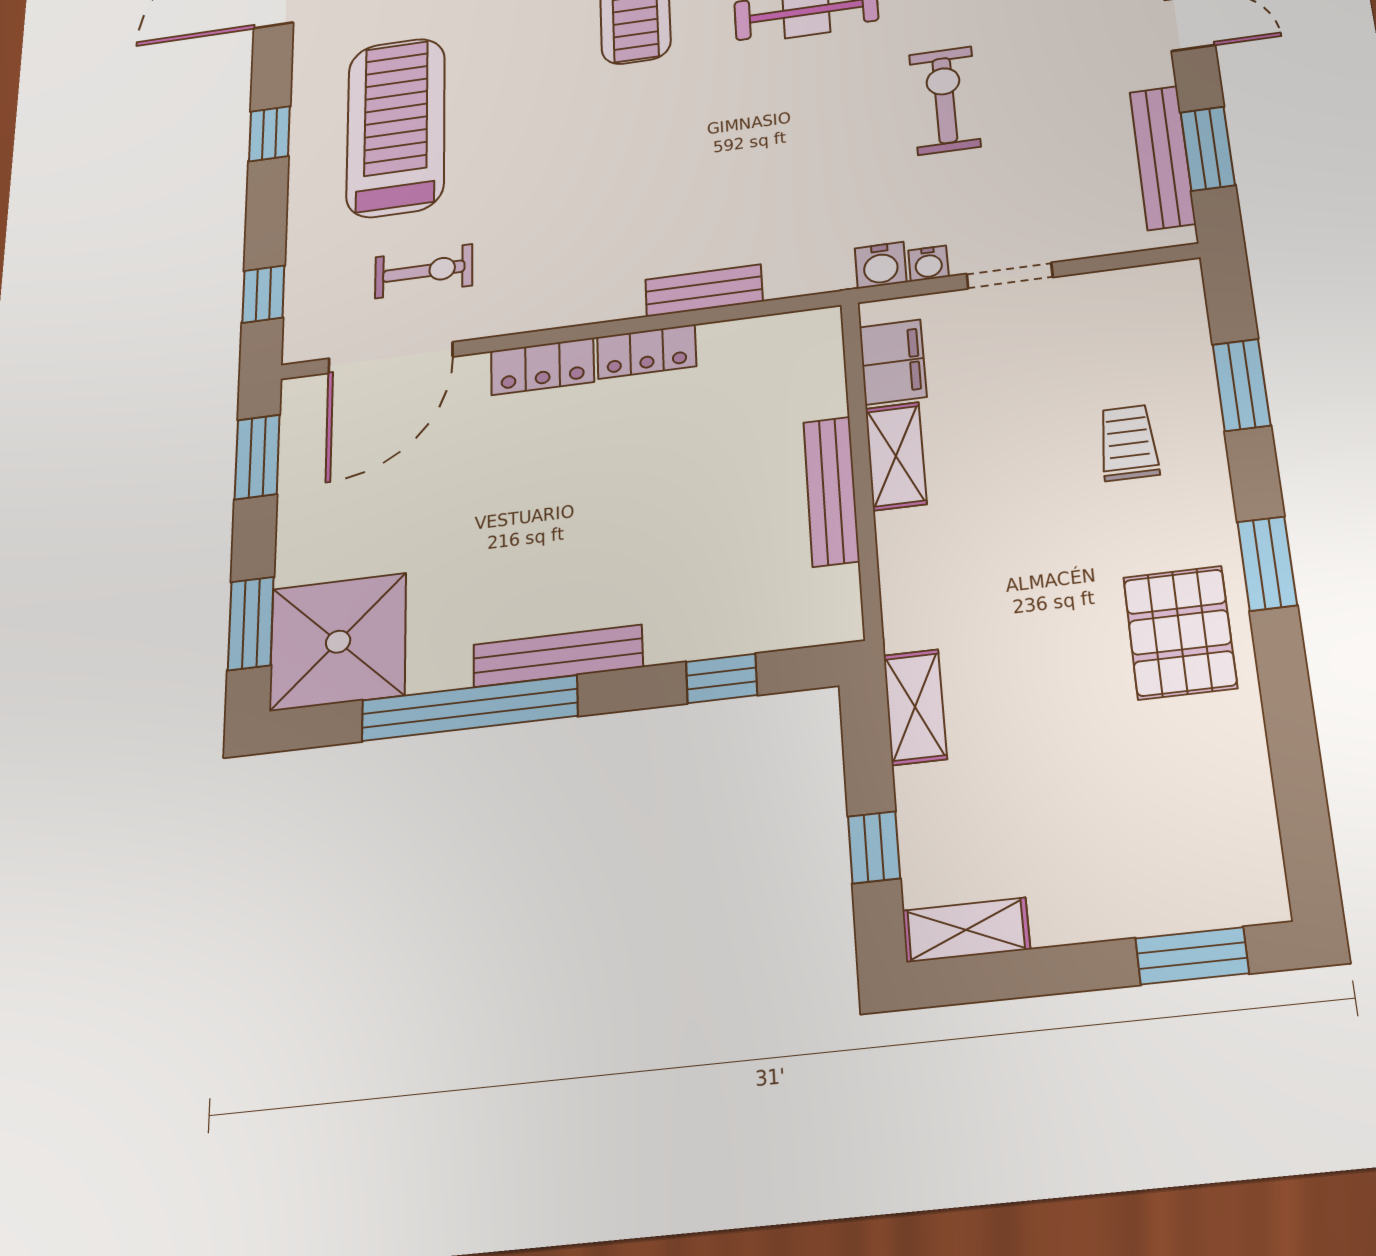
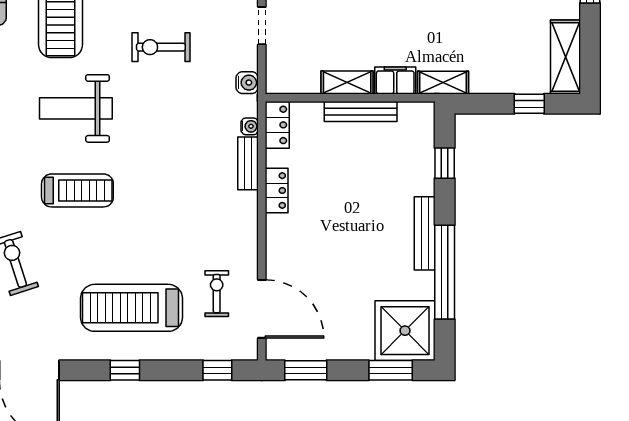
water cooler: (929, 264) -> (250, 126), moved
filing cabinet: (893, 362) -> (395, 81), moved
locker: (542, 366) -> (277, 125), moved
shelving: (915, 707) -> (443, 83), moved
shelving: (966, 930) -> (566, 57), width x1.50, depth x1.33

